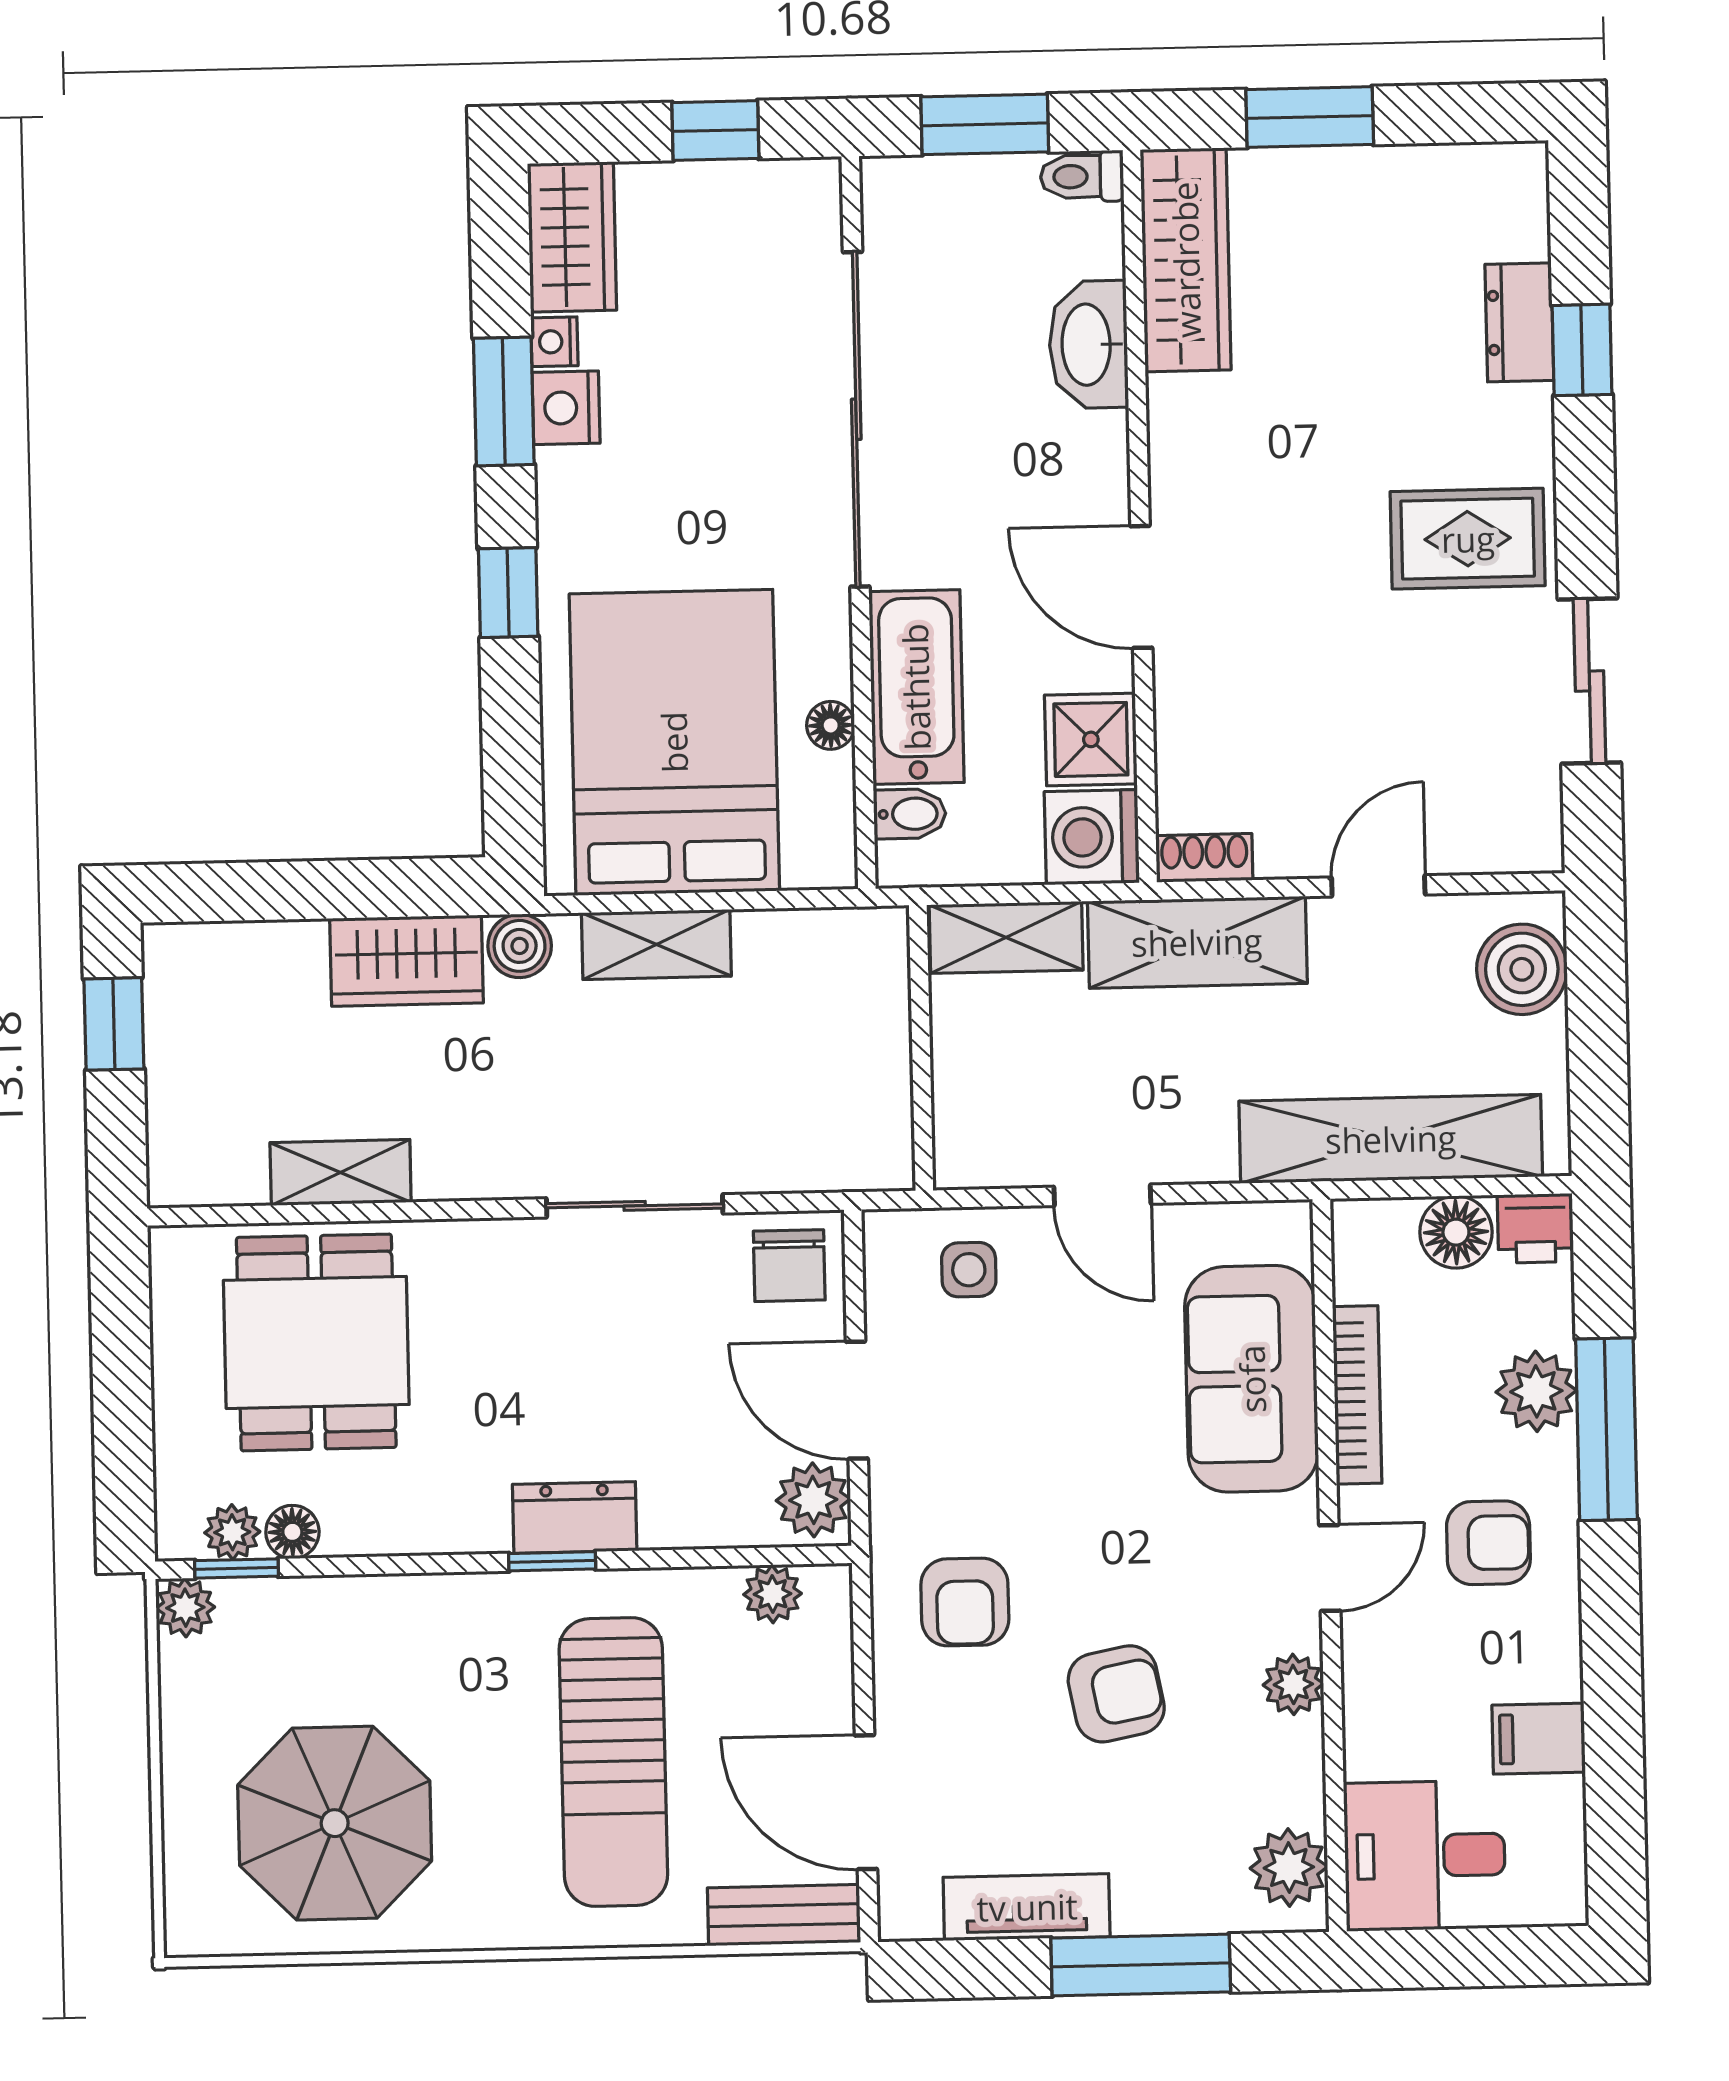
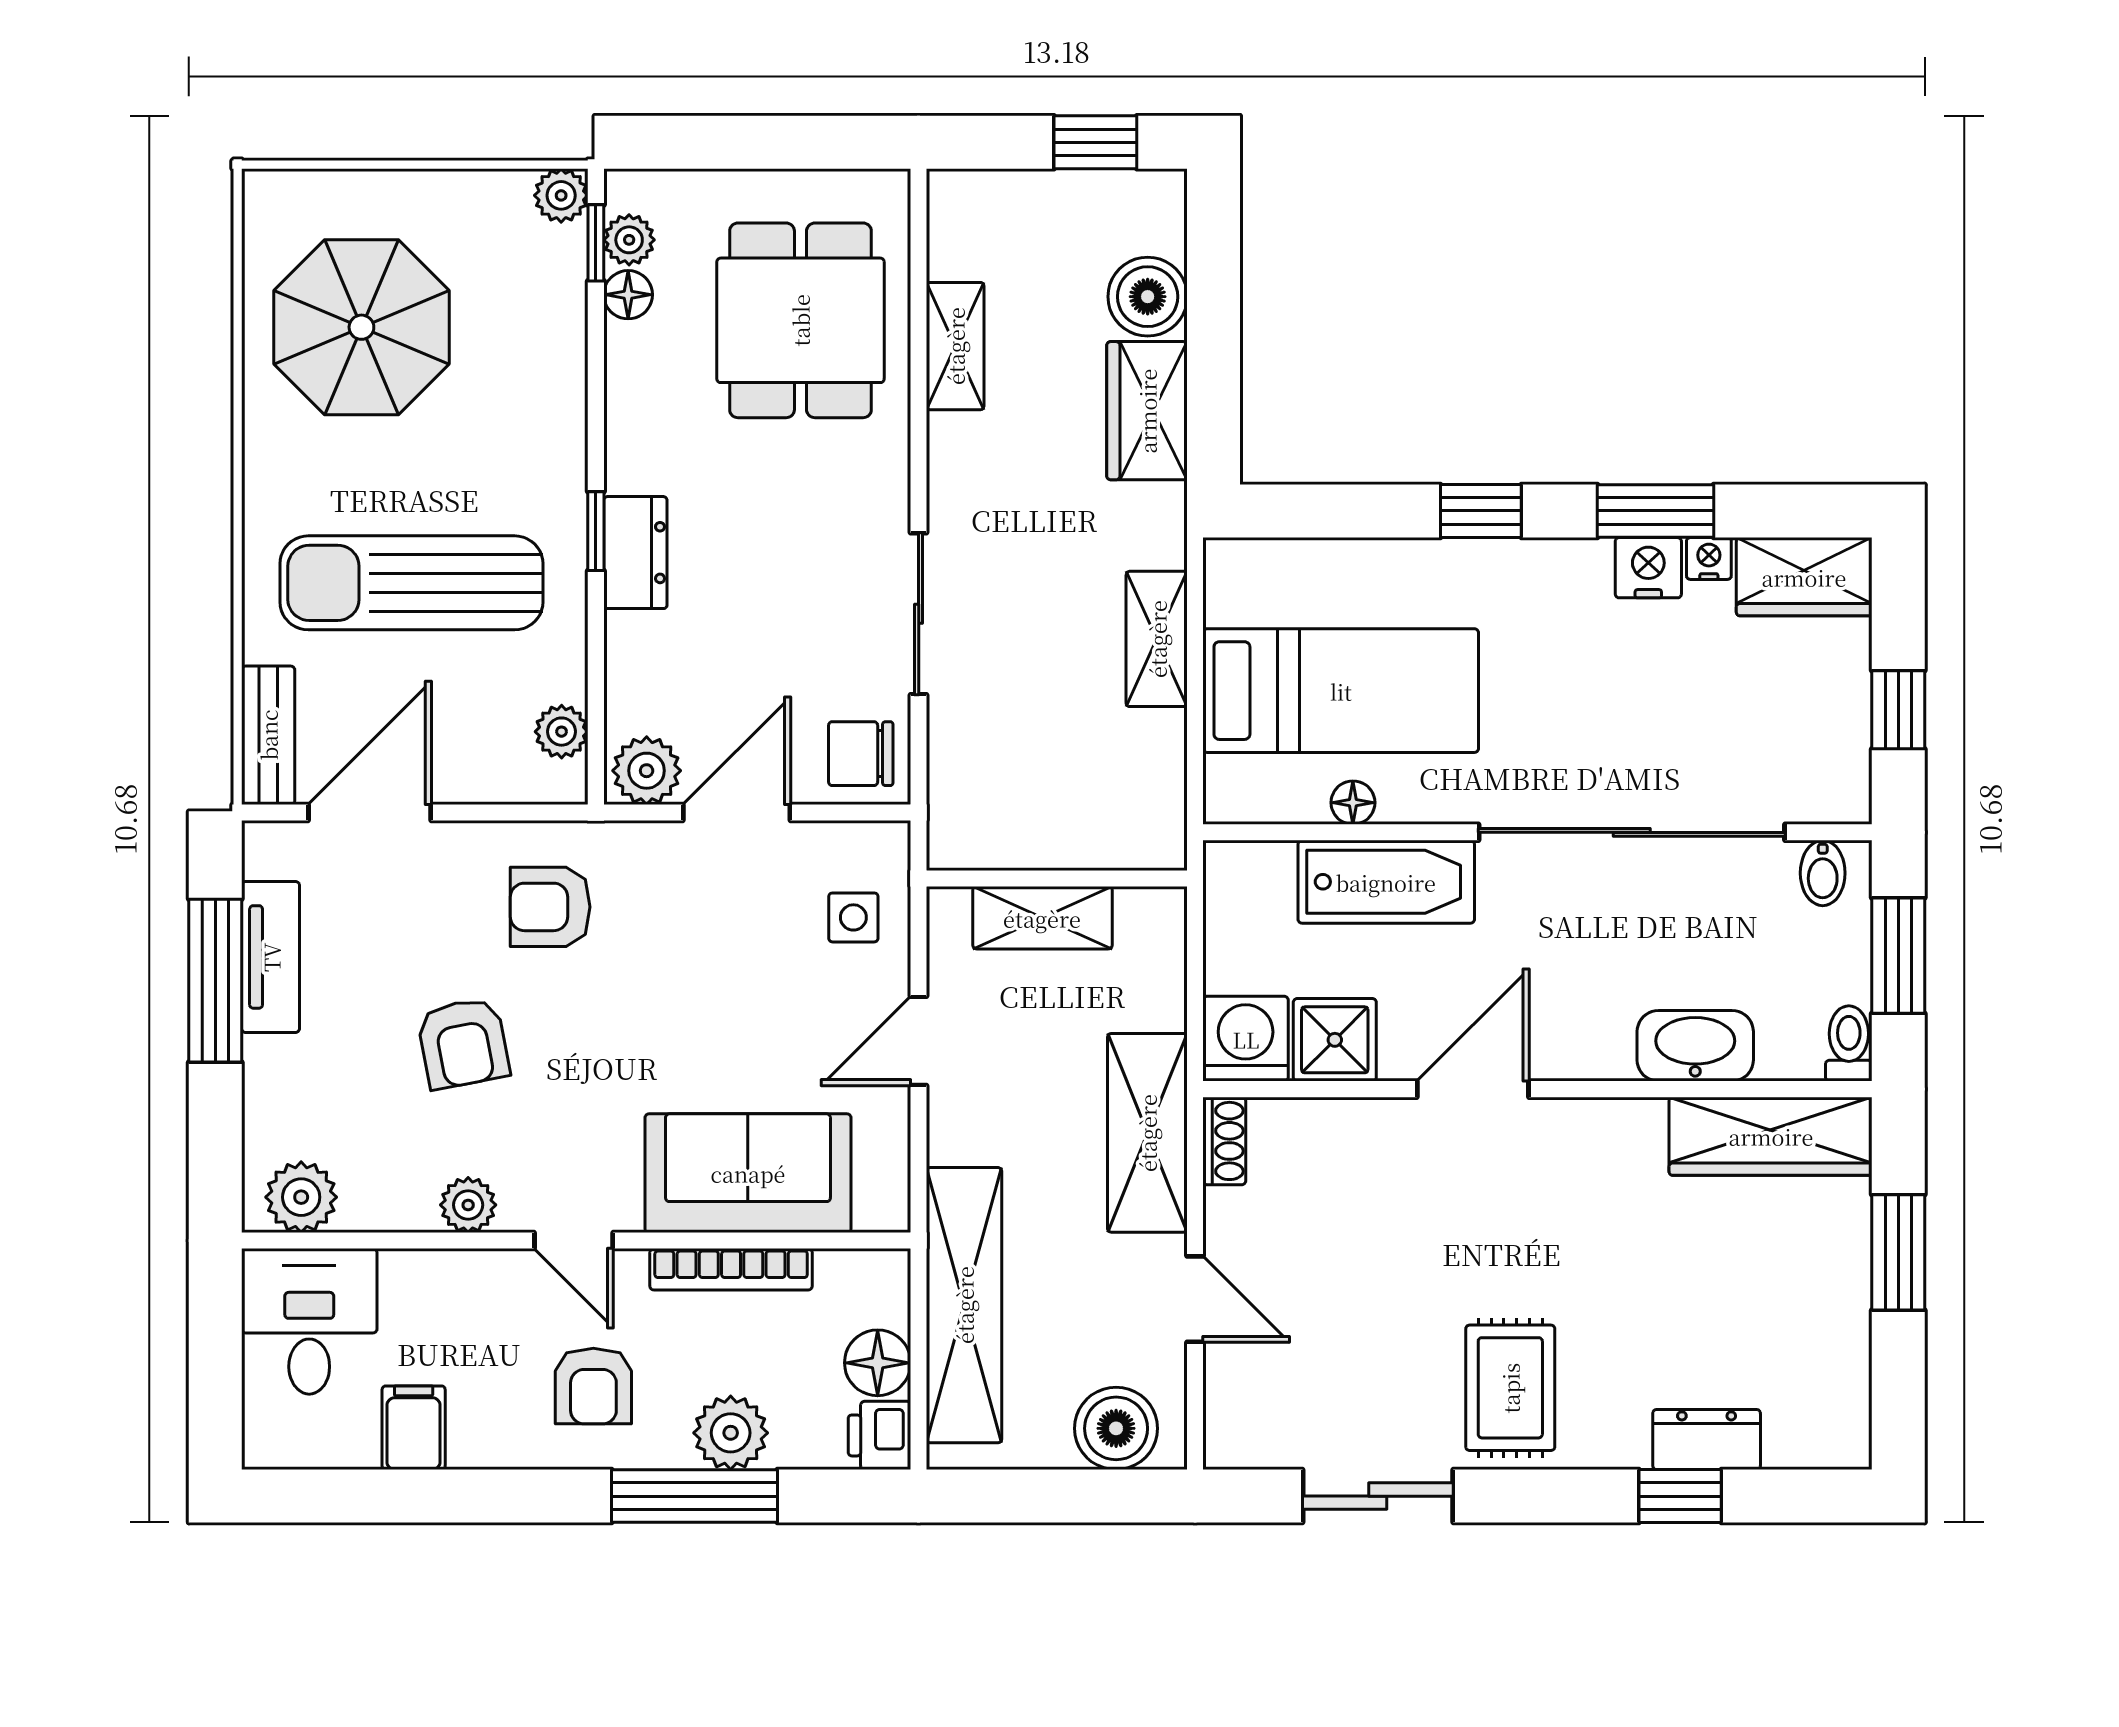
bed: (674, 742) -> (1341, 691), width x0.67
bidet: (910, 814) -> (1823, 873), moved
shelving: (1006, 937) -> (1042, 918), moved, turned 90
boiler: (520, 946) -> (1148, 297), moved, width x1.36, depth x1.36
dining table: (316, 1342) -> (800, 320), turned 90
window: (1141, 1965) -> (215, 981), moved

